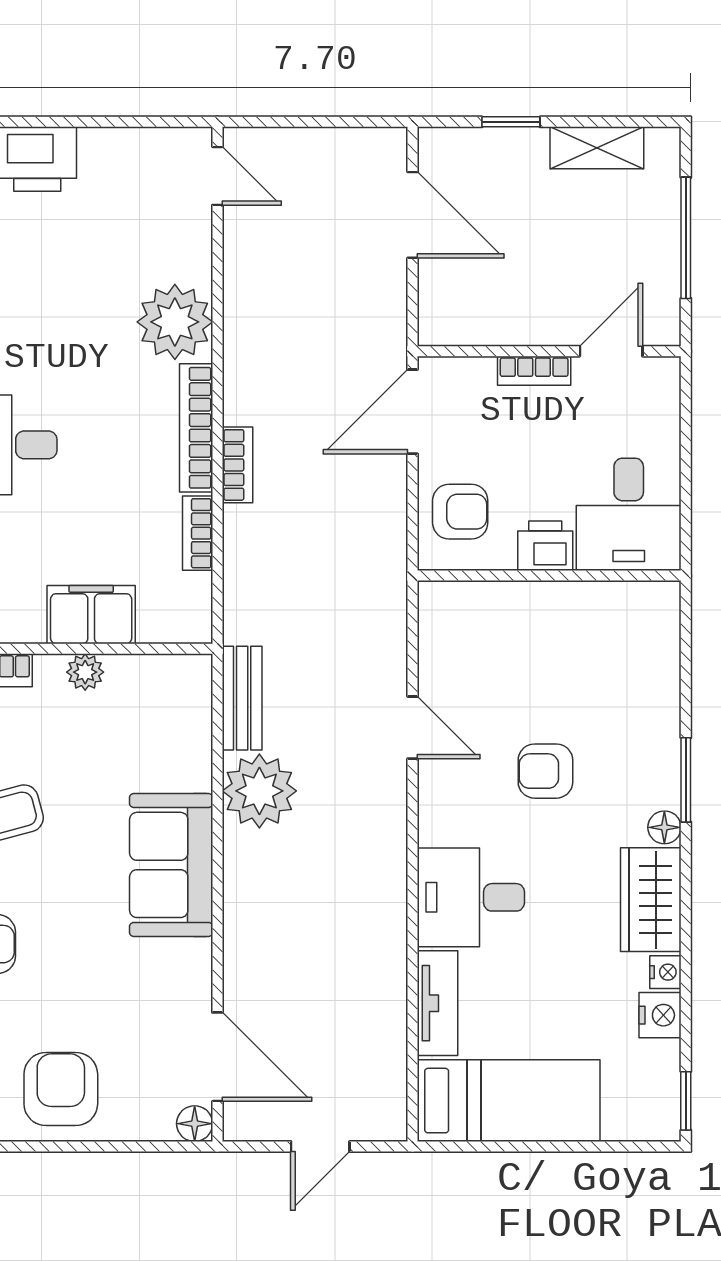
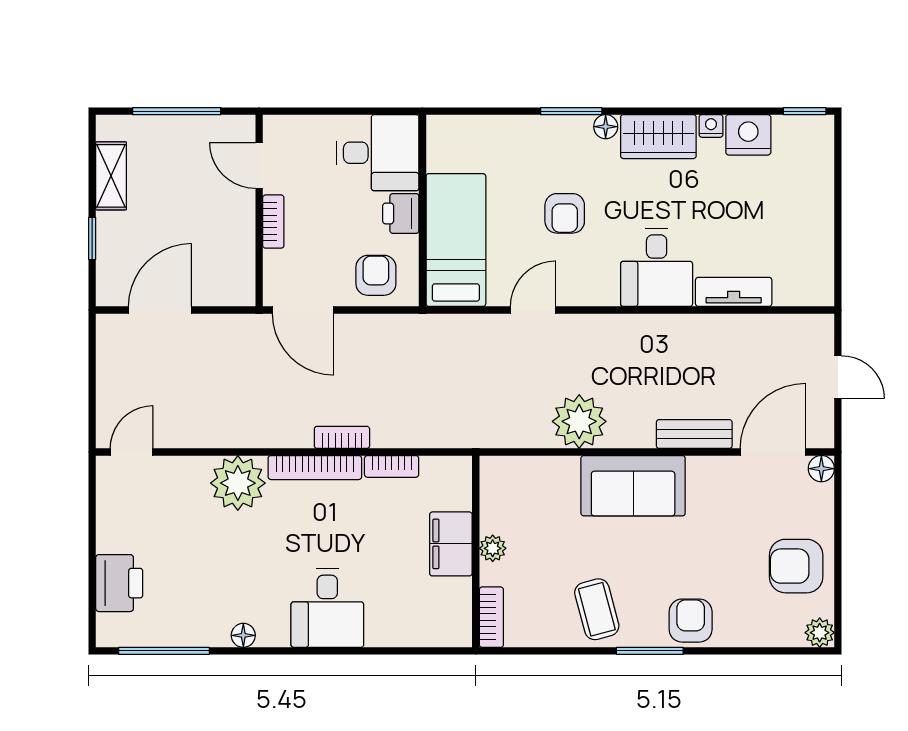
bench: (242, 698) -> (694, 434), moved
nightstand: (660, 1015) -> (748, 135), width x1.36, depth x1.33
bed: (509, 1101) -> (456, 240), moved

